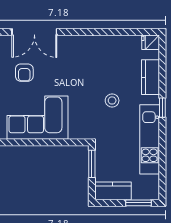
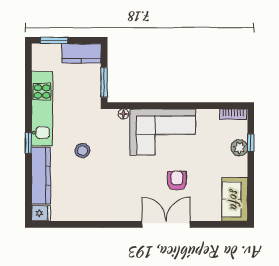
kitchen counter: (151, 77) -> (41, 176), width x1.50
floor lamp: (74, 135) -> (124, 114), added

